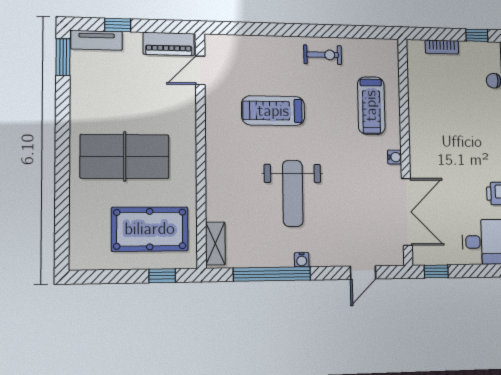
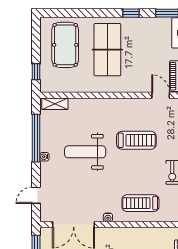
treadmill: (273, 111) -> (136, 140), turned 90
window: (63, 117) -> (131, 13), added
pool table: (150, 229) -> (65, 45), moved
door: (363, 273) -> (36, 195), hinge flipped

